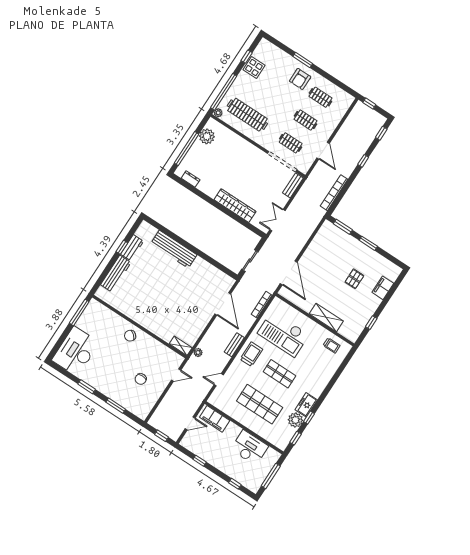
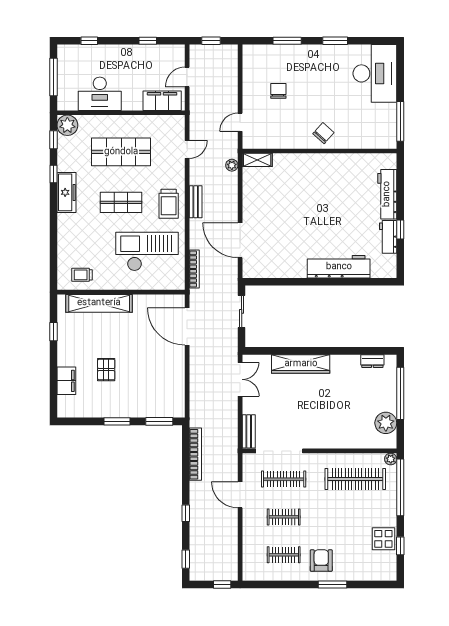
clothes rail: (291, 143) -> (284, 479), width x1.36
shelving: (326, 317) -> (99, 303), width x1.47
freezer: (306, 405) -> (66, 192), width x1.40
plant: (295, 420) -> (67, 125), moved

